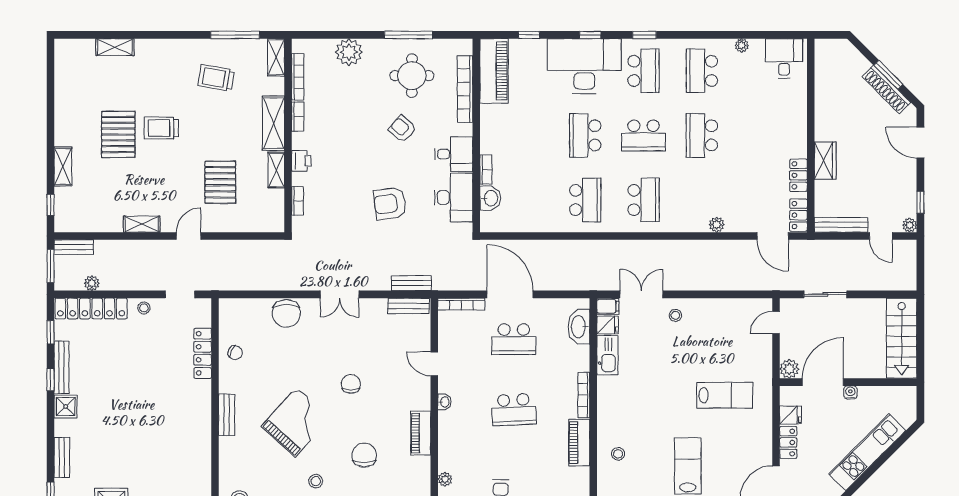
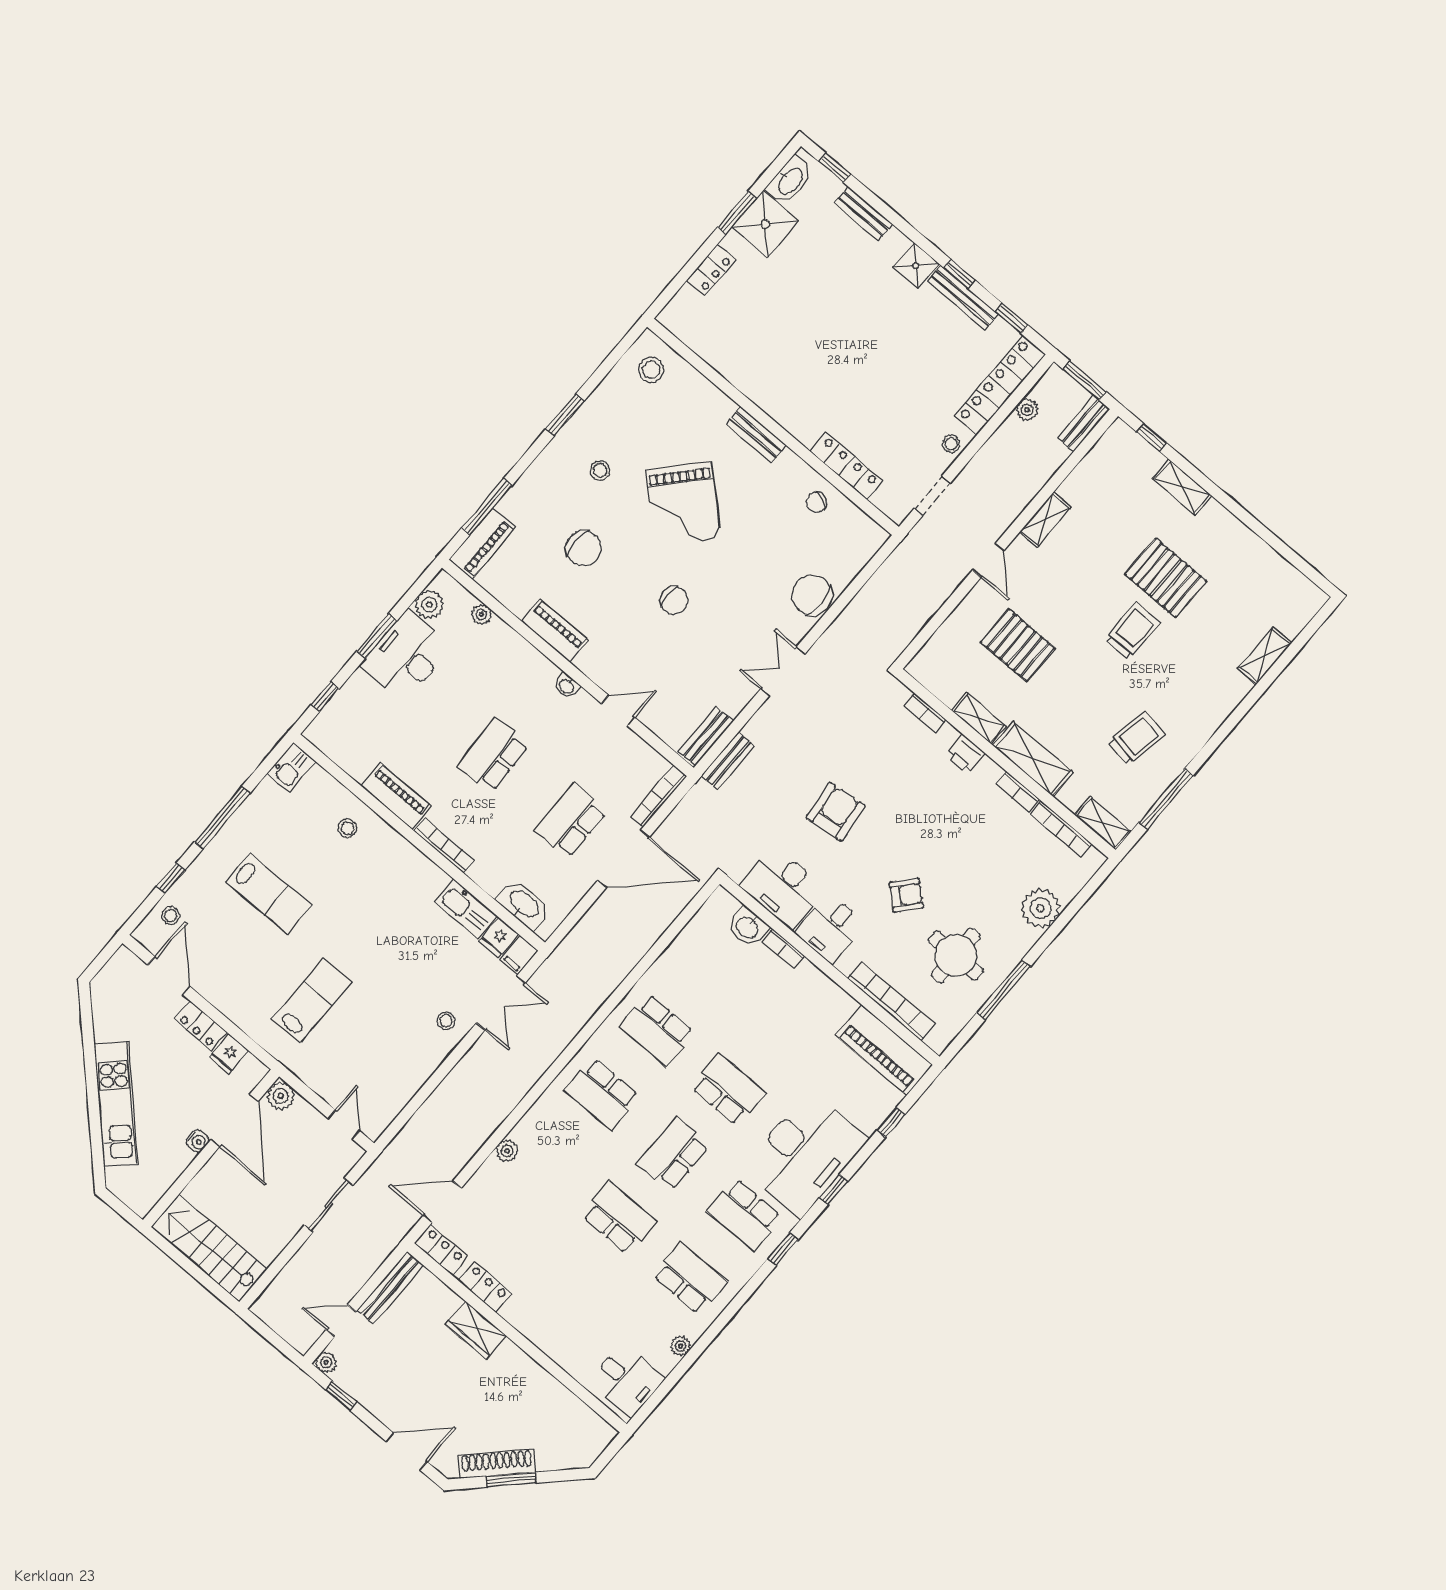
lab bench: (725, 395) -> (312, 1000), turned 180

